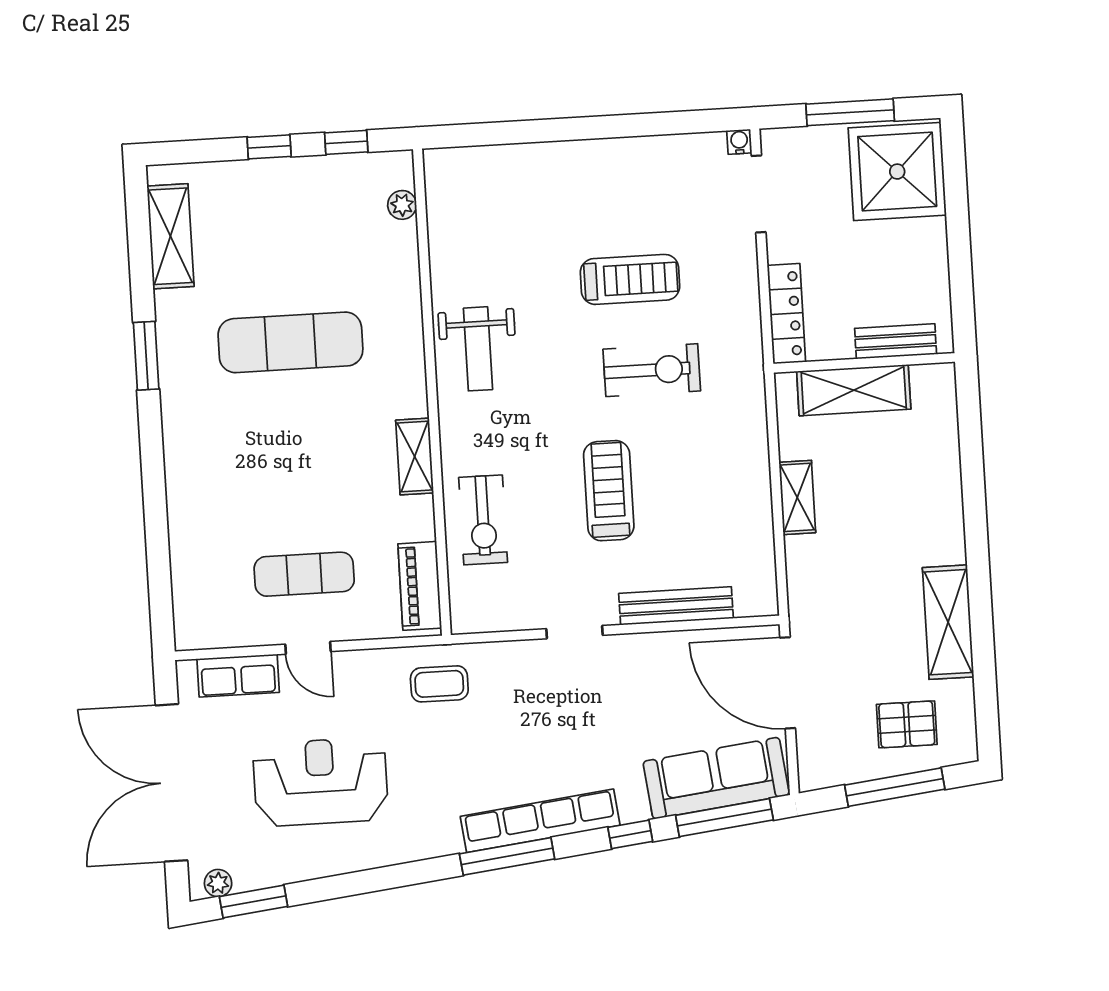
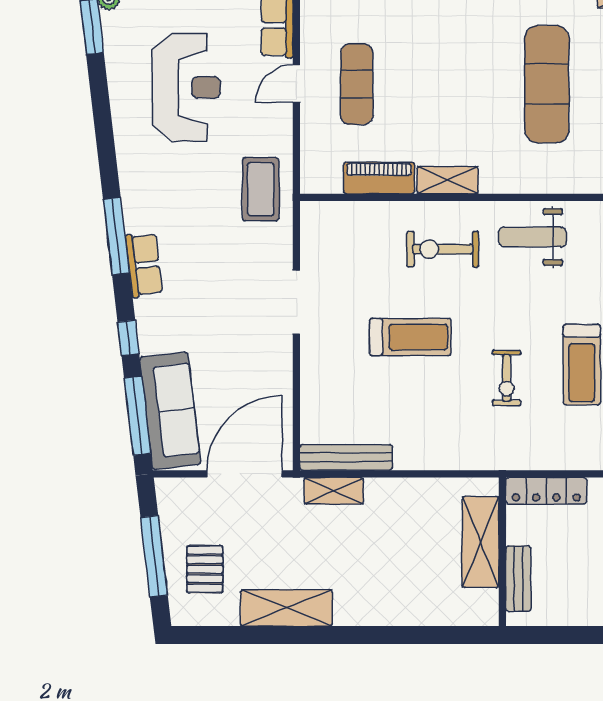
exercise bike: (652, 370) -> (507, 378), width x0.73, depth x0.72
shelving: (797, 497) -> (334, 491), moved
exercise bike: (483, 520) -> (443, 249), moved
piano: (420, 586) -> (379, 178), moved
bench: (676, 606) -> (346, 457), moved, turned 90
doorway: (575, 632) -> (296, 302), width x1.38
coffee table: (439, 684) -> (261, 189), width x1.36, depth x1.30
row of seats: (540, 821) -> (144, 265), width x0.50

